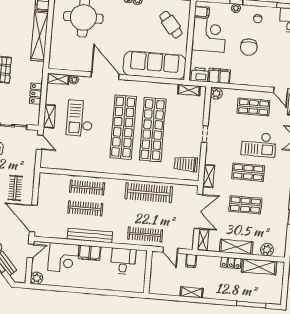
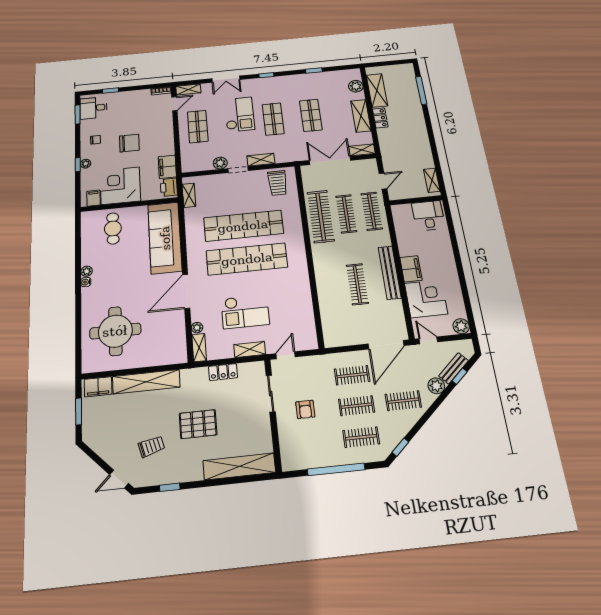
cafe table: (171, 25) -> (113, 228), turned -50
plant: (216, 94) -> (220, 163), moved
shelving: (209, 176) -> (261, 160), moved
clothes rail: (87, 188) -> (346, 214), moved
desk: (123, 261) -> (428, 216), moved, turned 90
filing cabinet: (191, 261) -> (389, 158), removed
shelving: (192, 292) -> (432, 180), moved

